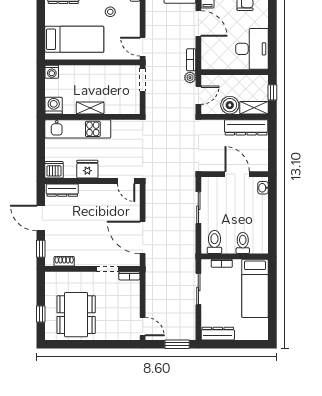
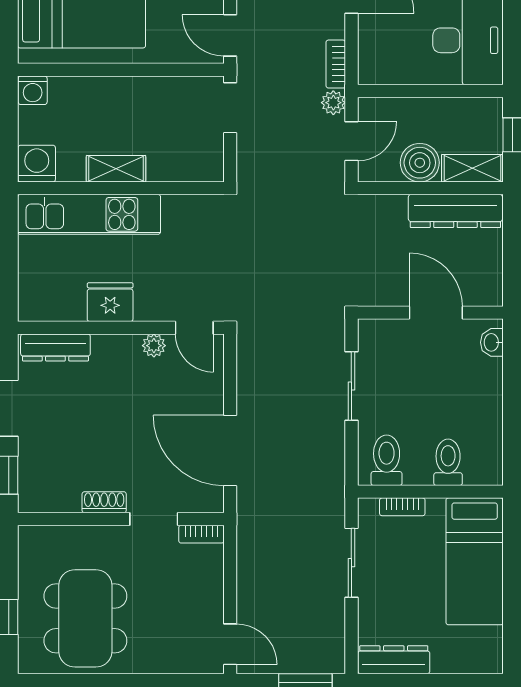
dishwasher: (54, 170) -> (37, 303), removed
plant: (108, 189) -> (154, 346), added
shoe rack: (64, 261) -> (104, 502), moved

